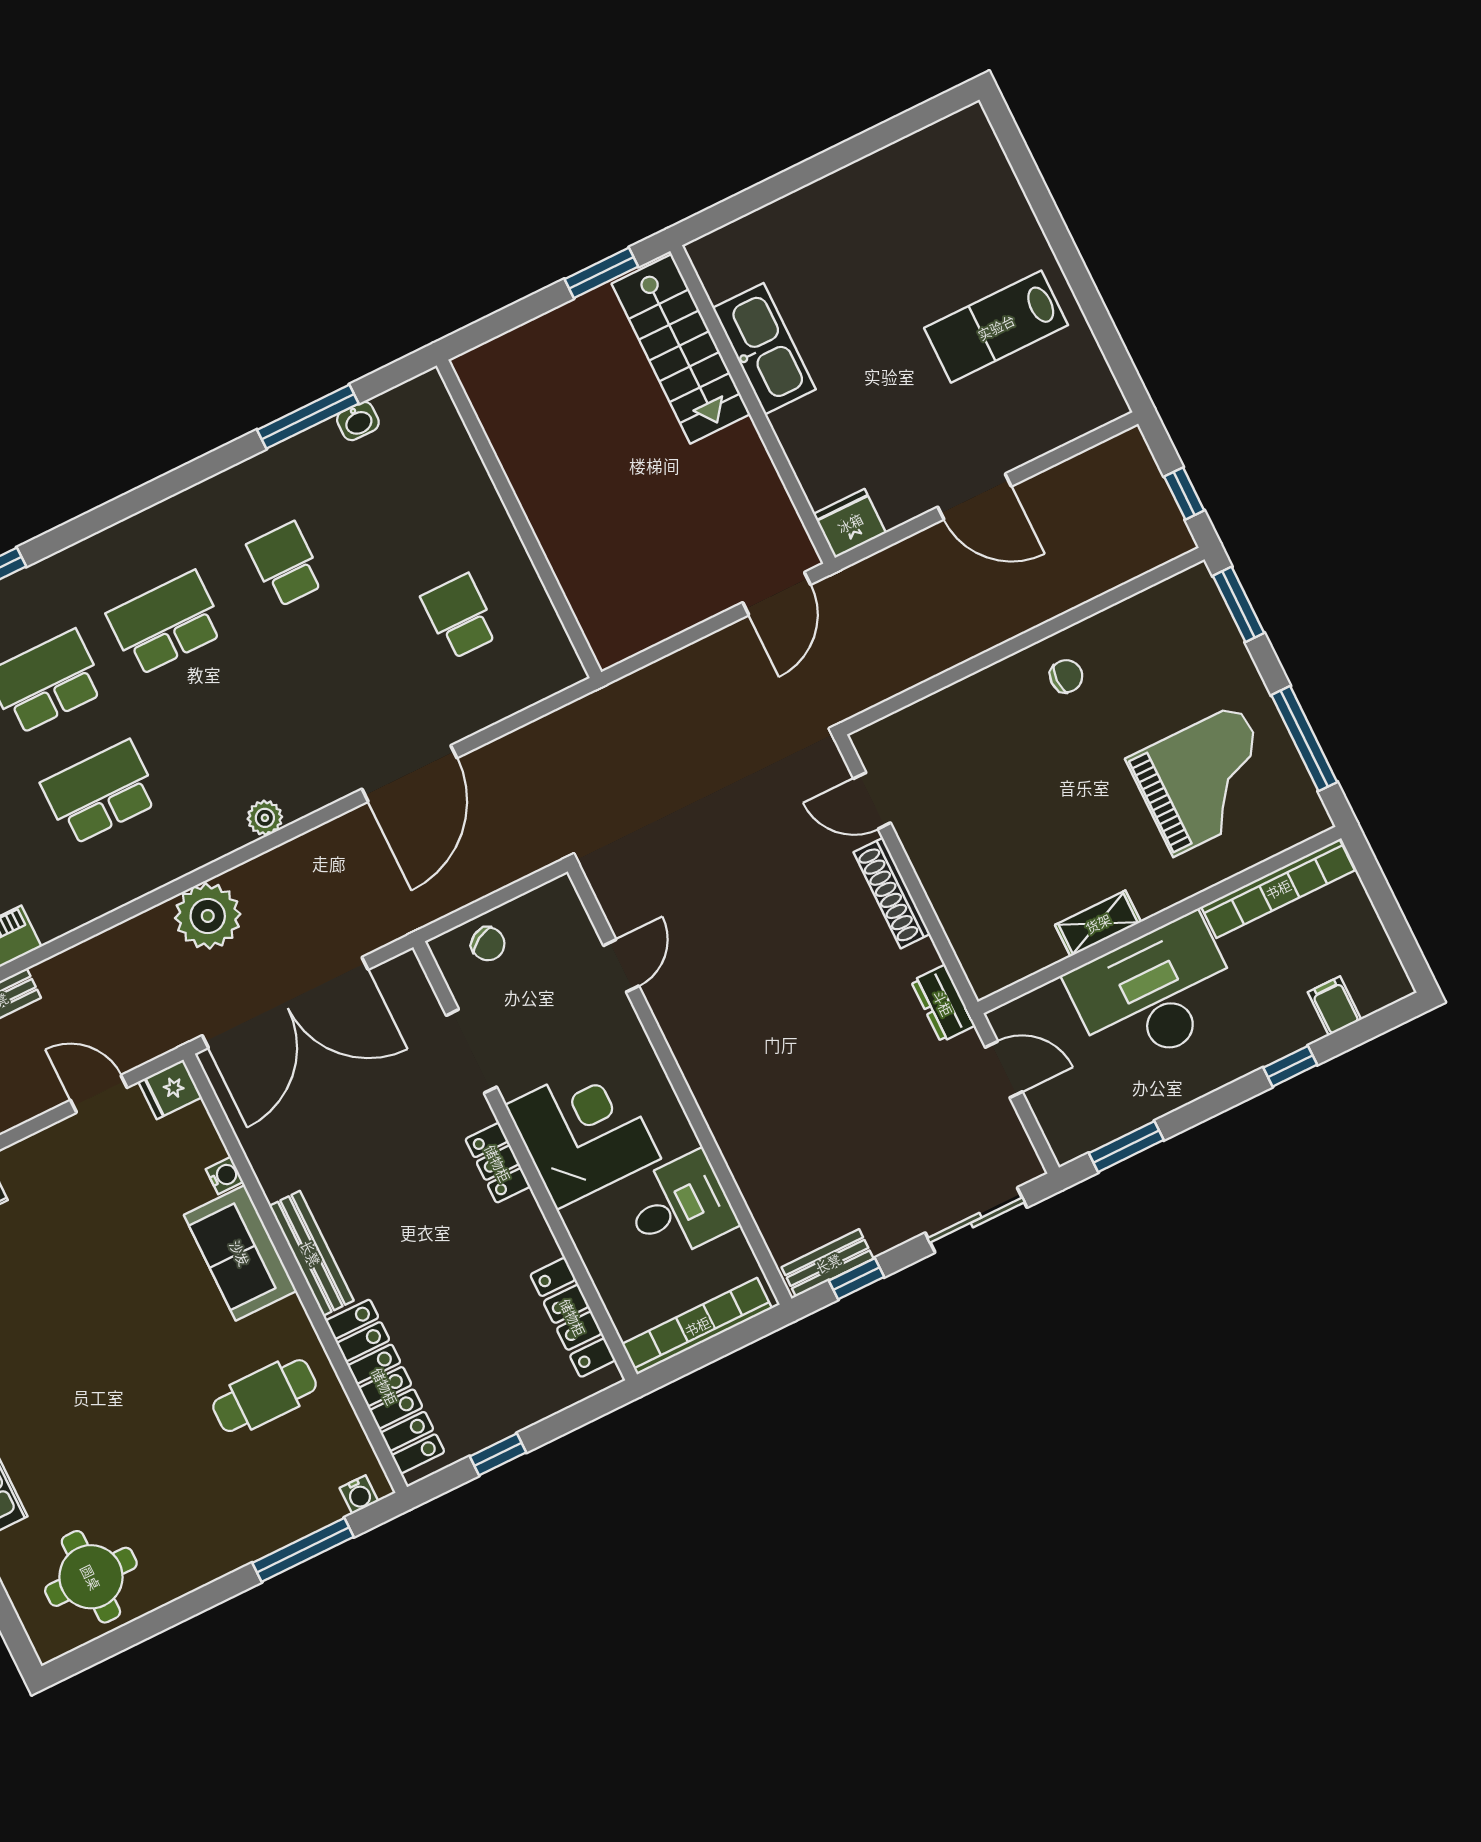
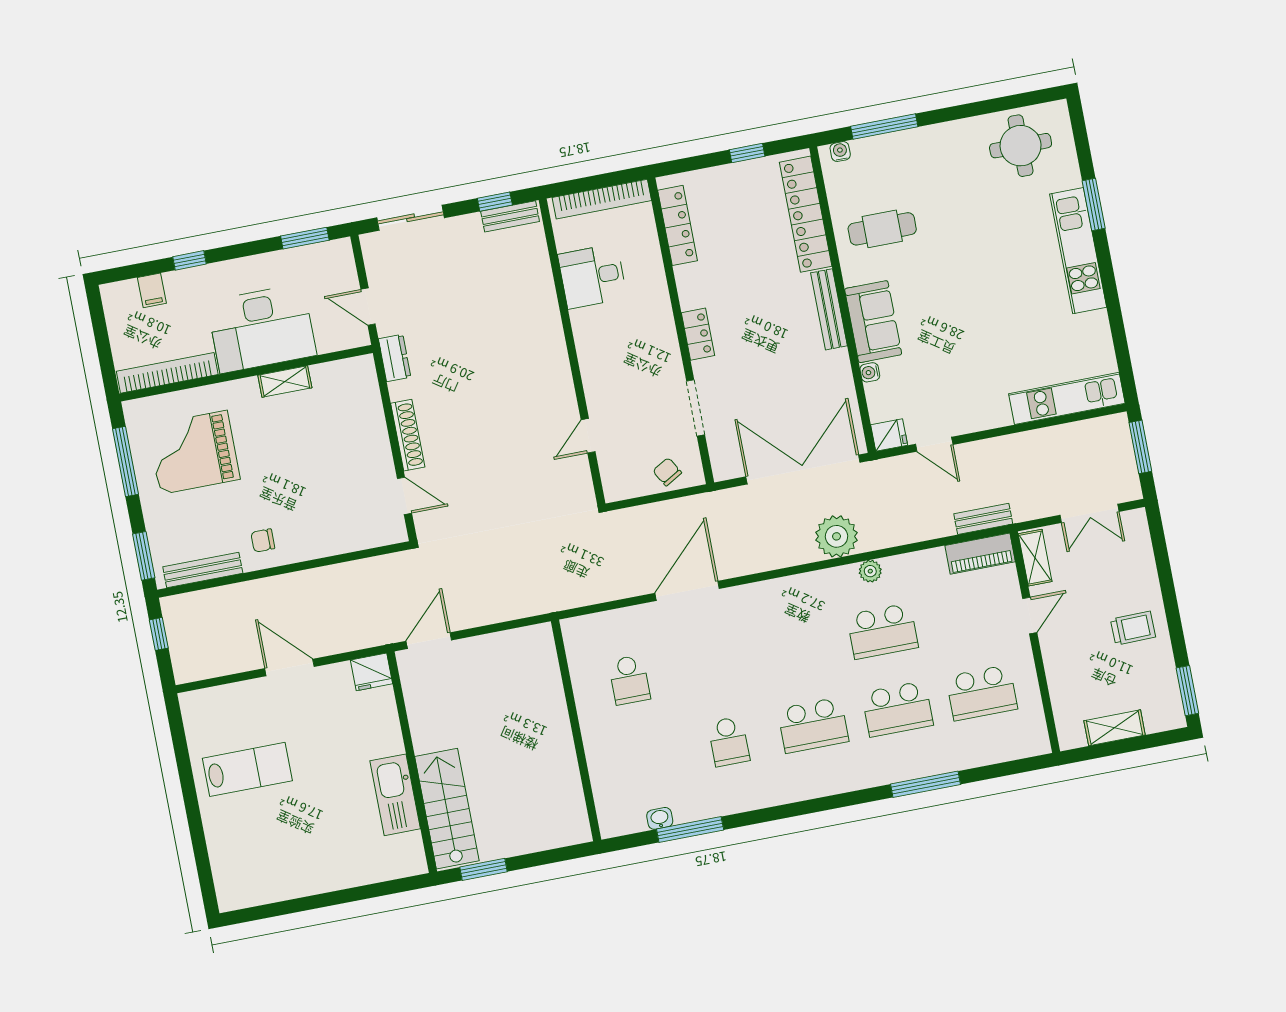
bench: (1144, 607) -> (203, 570), added
plant: (265, 818) -> (870, 571), moved
corner desk: (583, 1132) -> (640, 339), removed

